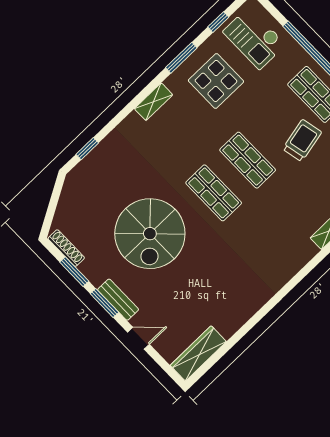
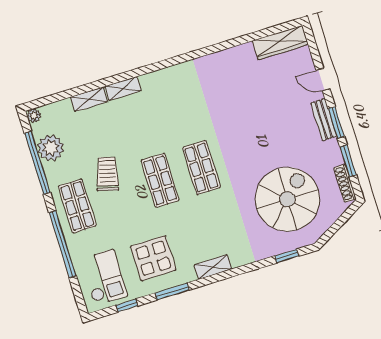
trolley: (302, 140) -> (107, 174), turned 117
spiral stairs: (150, 234) -> (287, 199), moved

